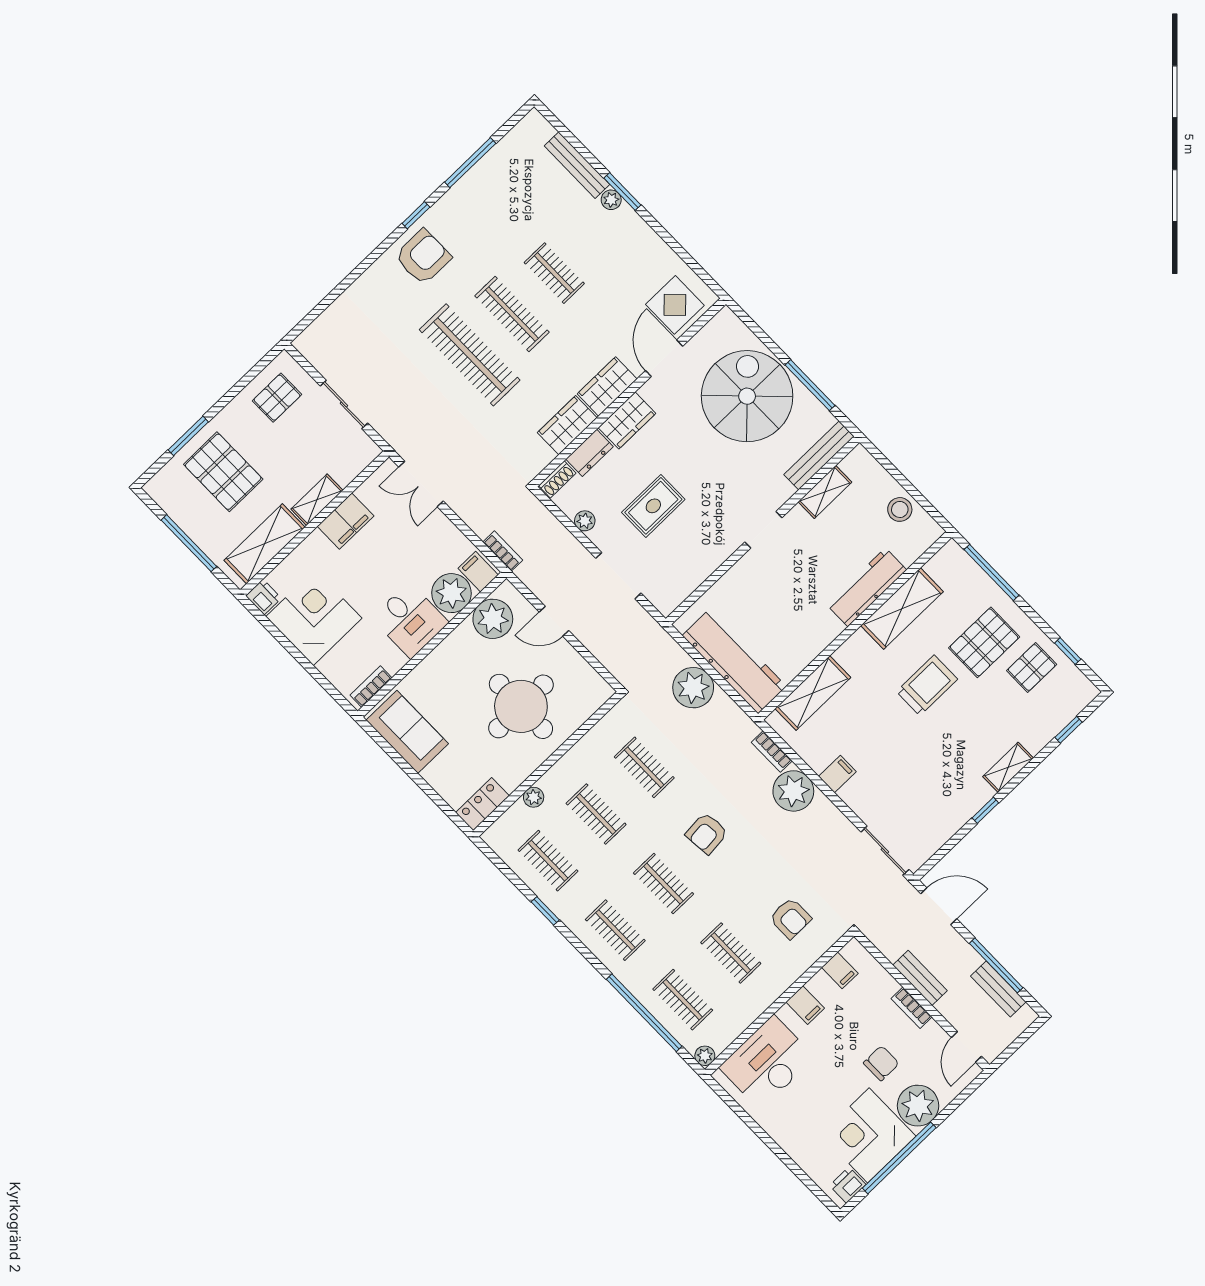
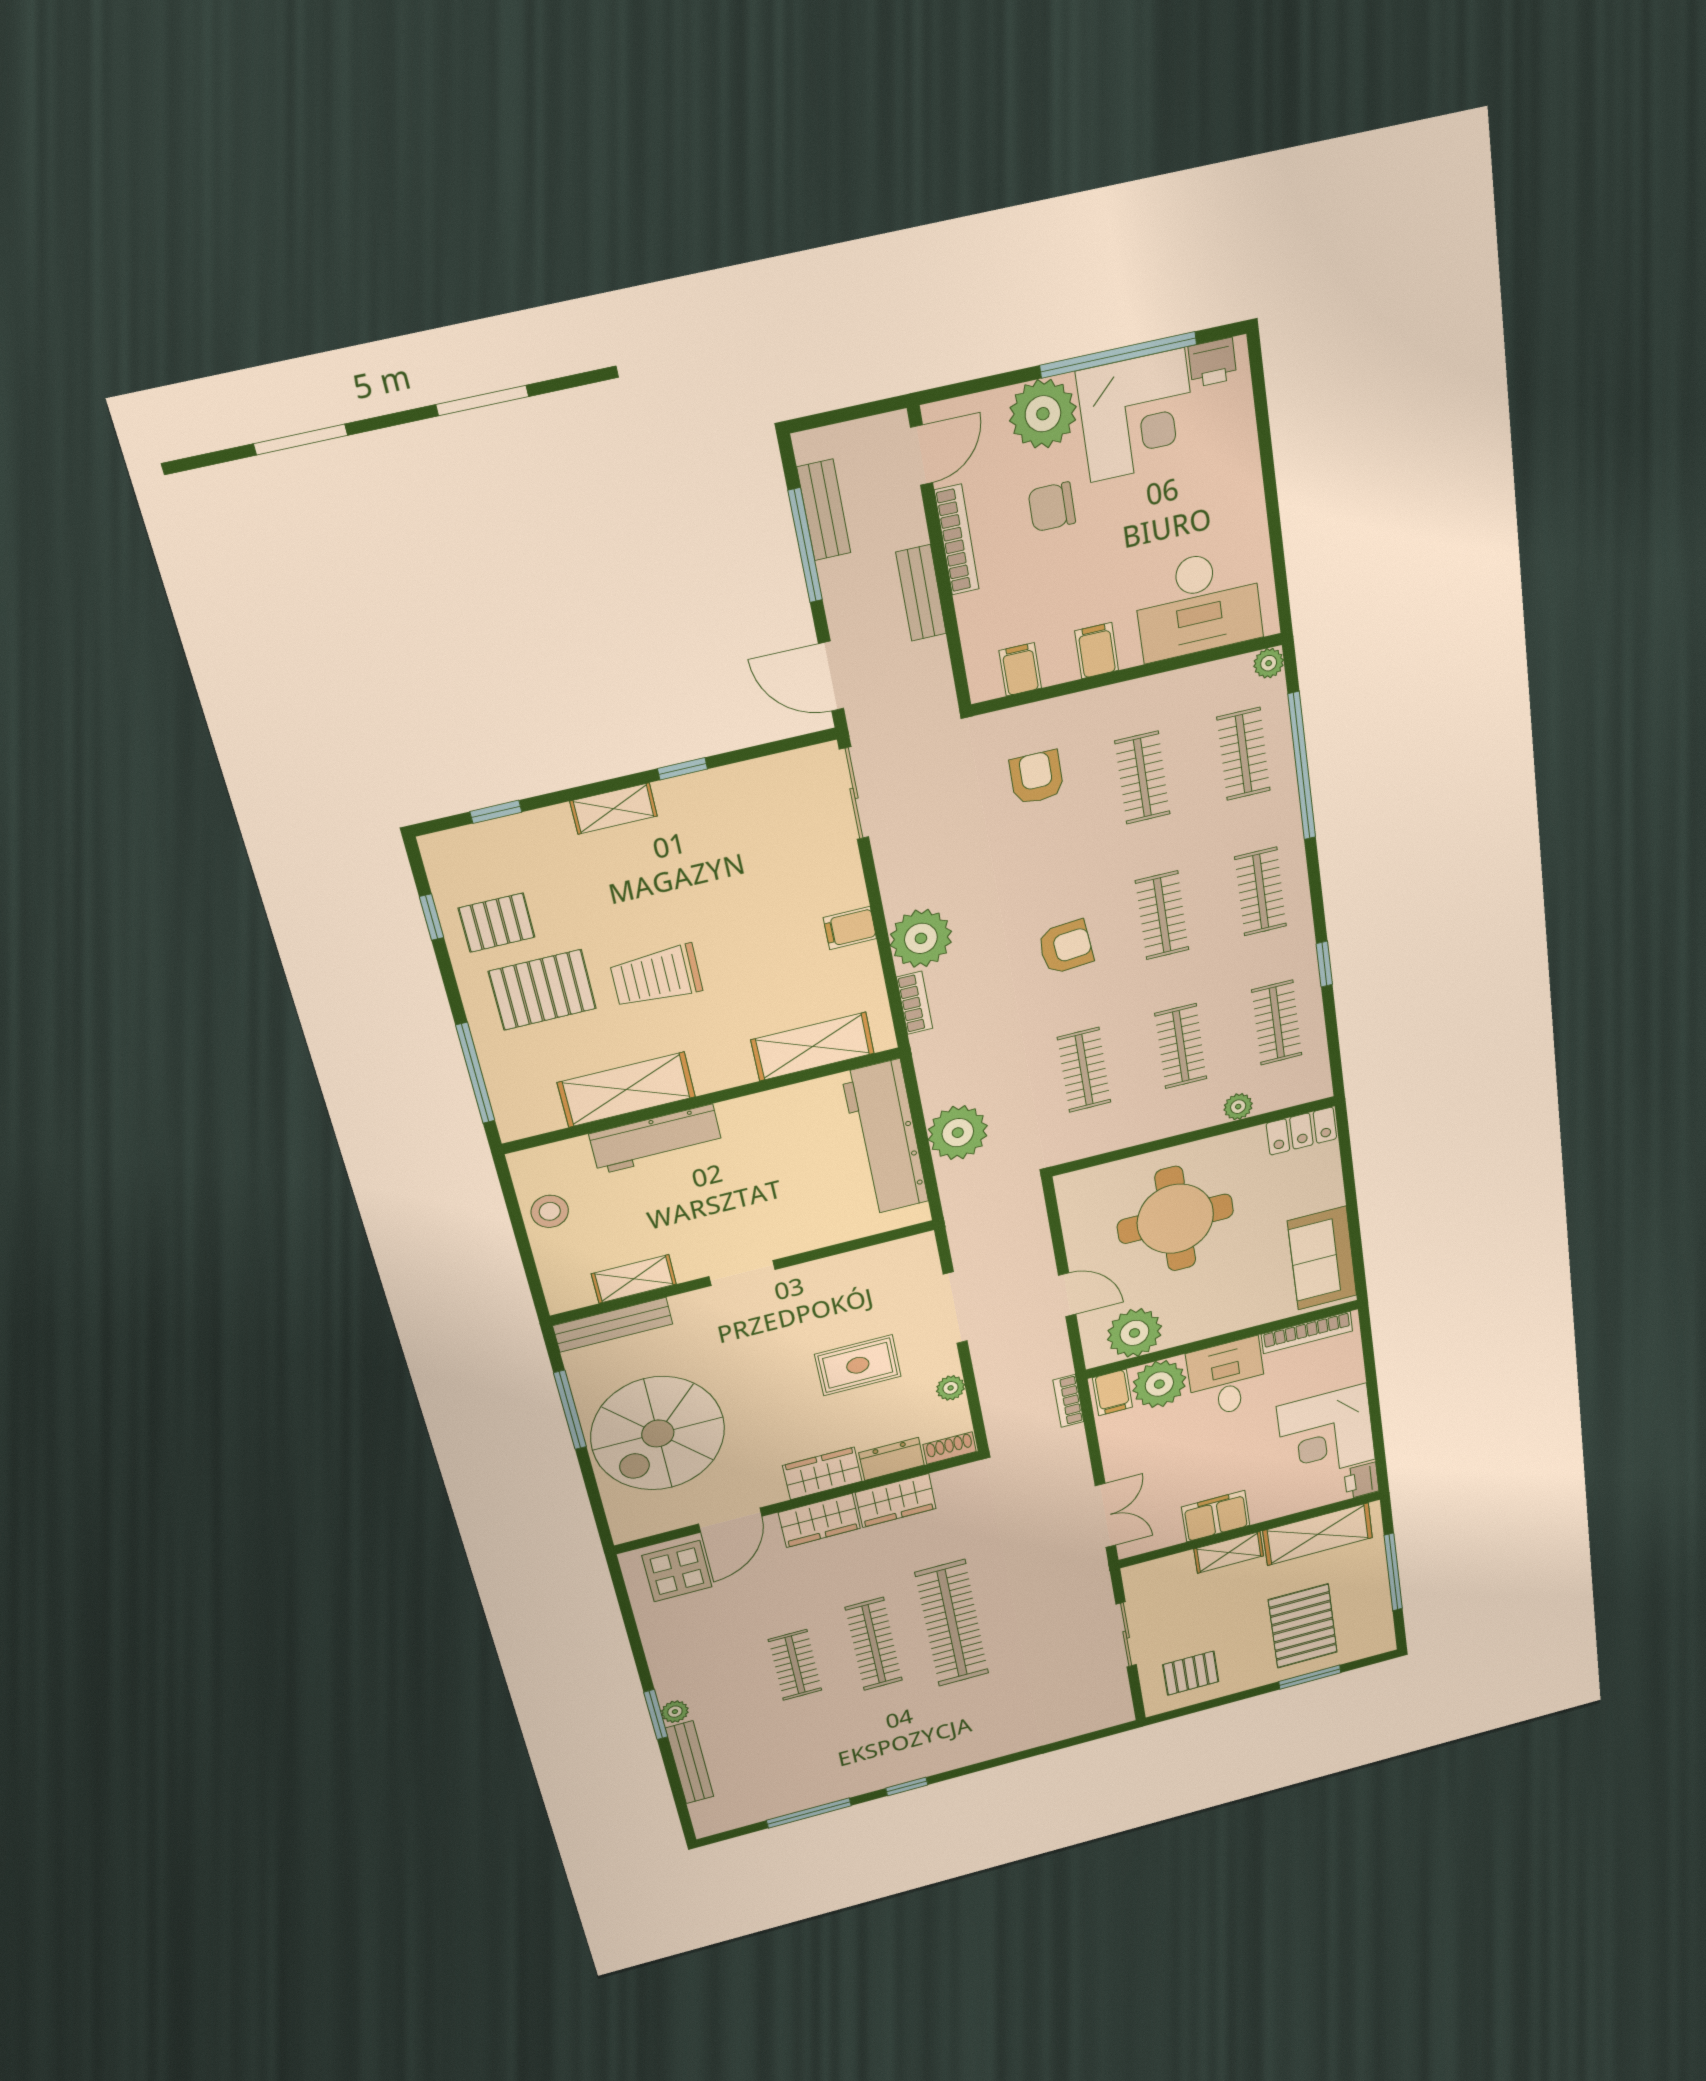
armchair: (423, 257) -> (930, 1743), removed
bookcase: (371, 687) -> (1307, 1333), width x1.56
bookcase: (911, 1008) -> (957, 540), width x1.56

